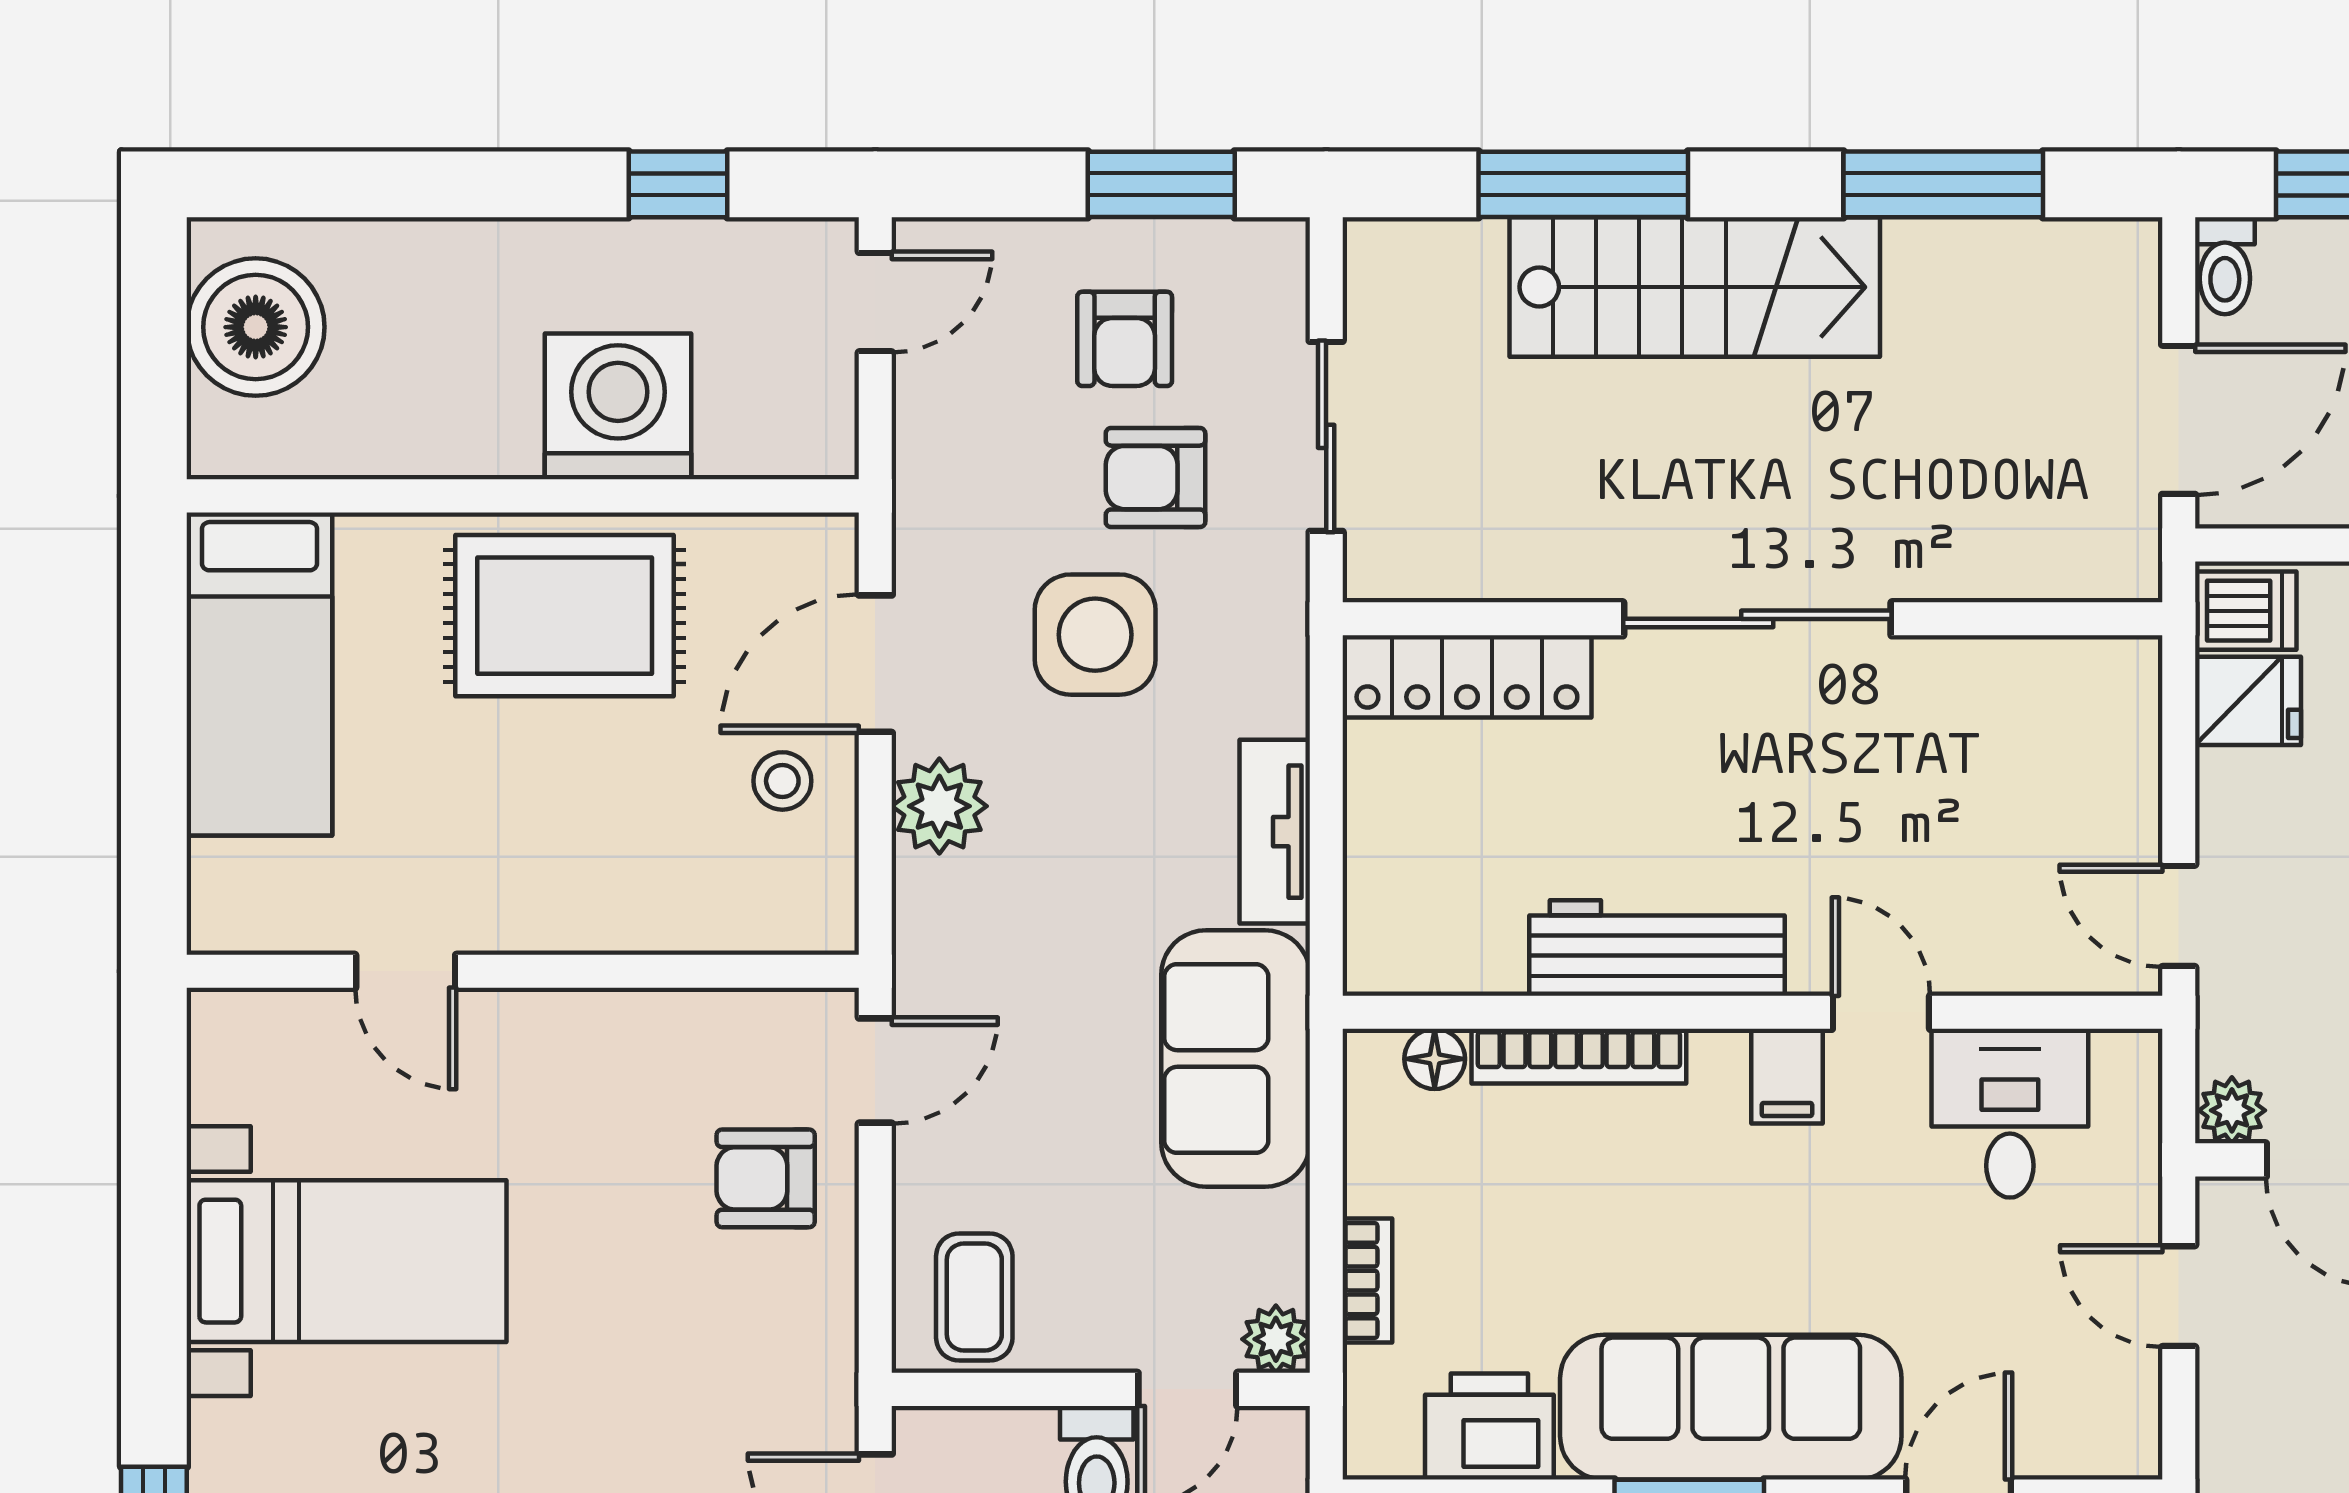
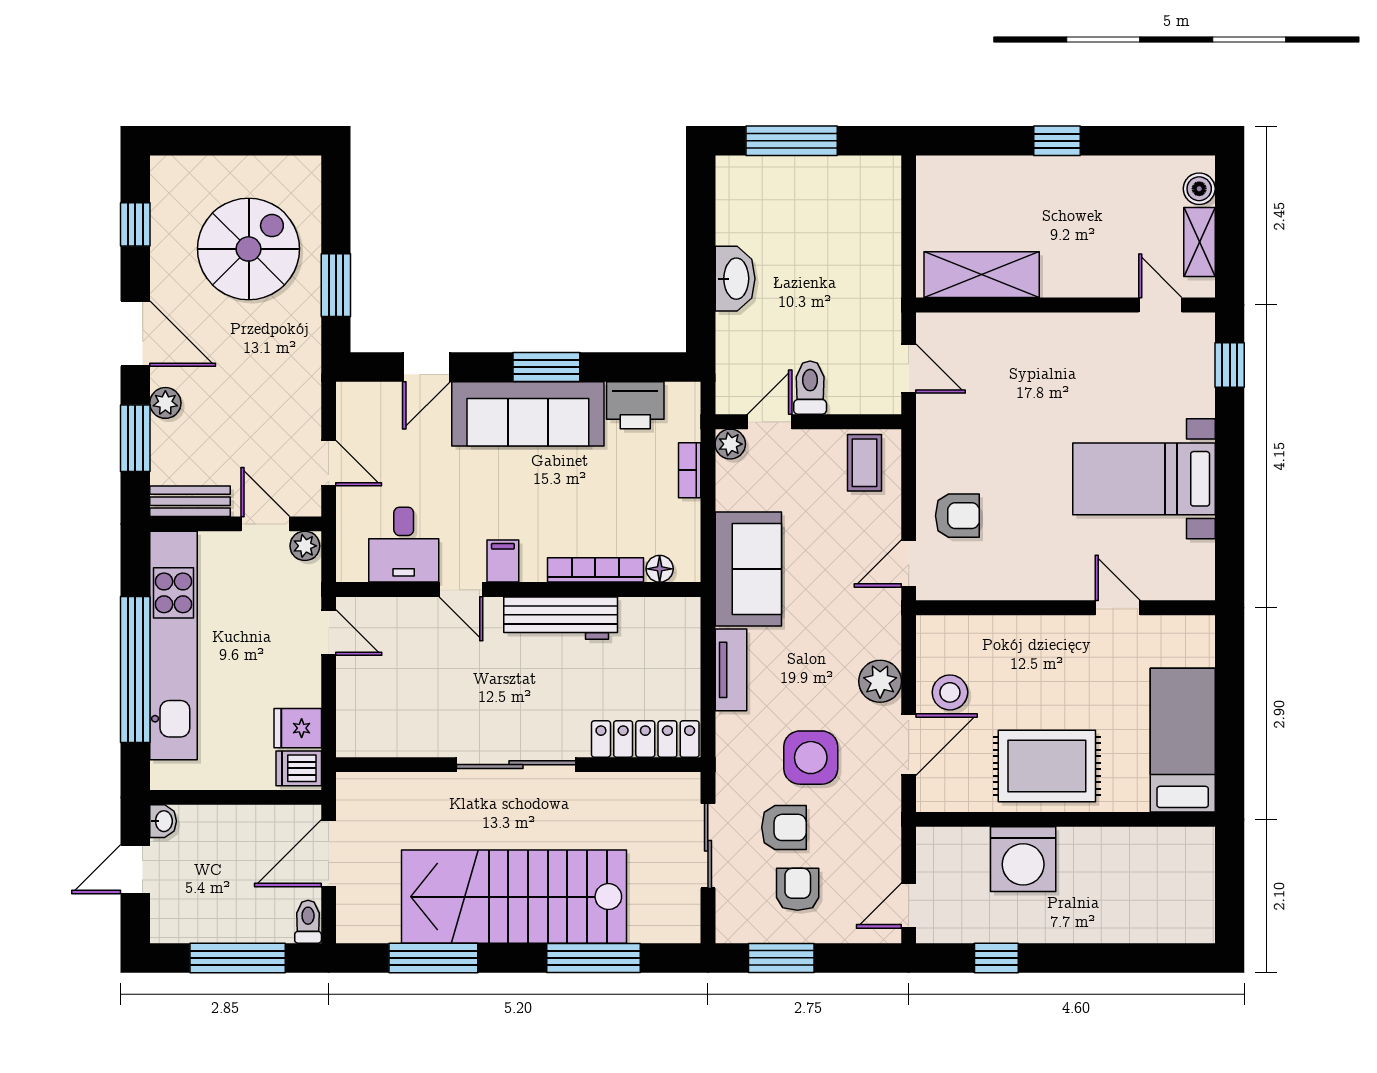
stairs: (1695, 287) -> (514, 897), width x1.36, depth x1.51
boiler: (256, 327) -> (1184, 894), removed
stool: (782, 781) -> (950, 692), width x1.37, depth x1.37

